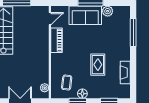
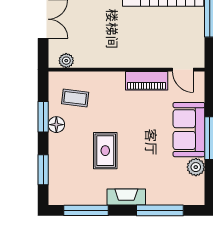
rug: (98, 65) -> (105, 151), turned 90
fireplace: (125, 73) -> (126, 197), moved
window: (133, 76) -> (86, 210), added

